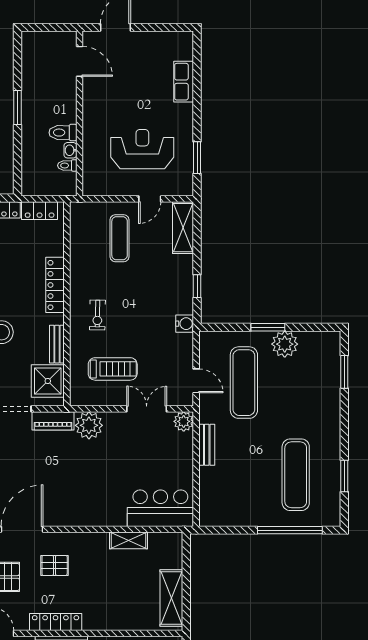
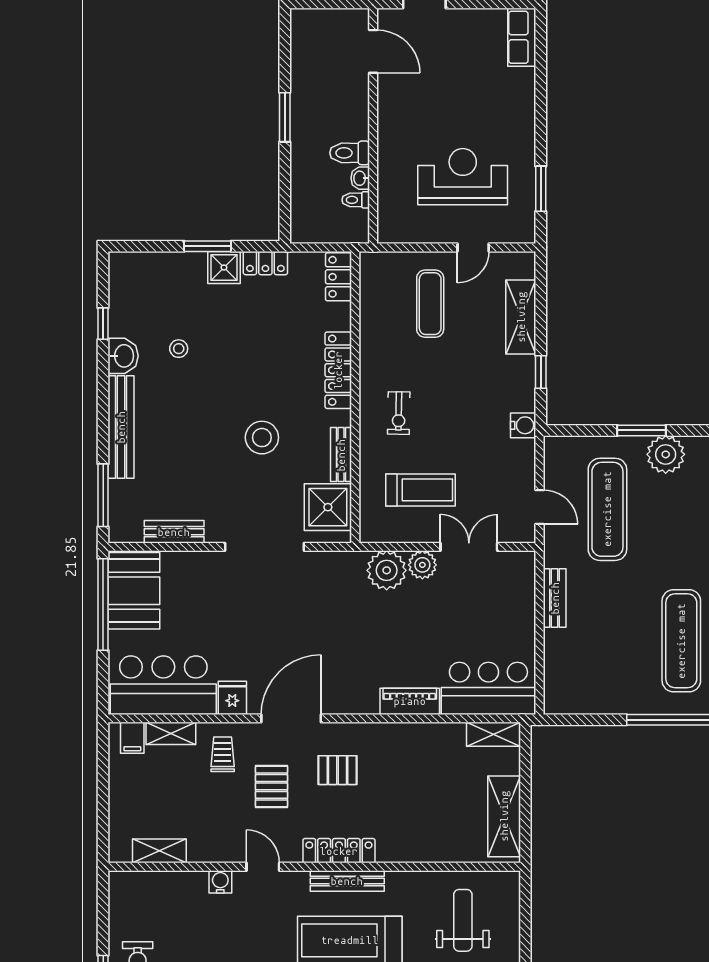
row of seats: (184, 82) -> (522, 37), moved
locker: (40, 211) -> (338, 277), moved, turned 90
shelving: (183, 228) -> (521, 317), moved
piano: (53, 421) -> (410, 701), moved, turned 180
plant: (184, 421) -> (422, 565), moved
shelving: (128, 540) -> (493, 734), moved

